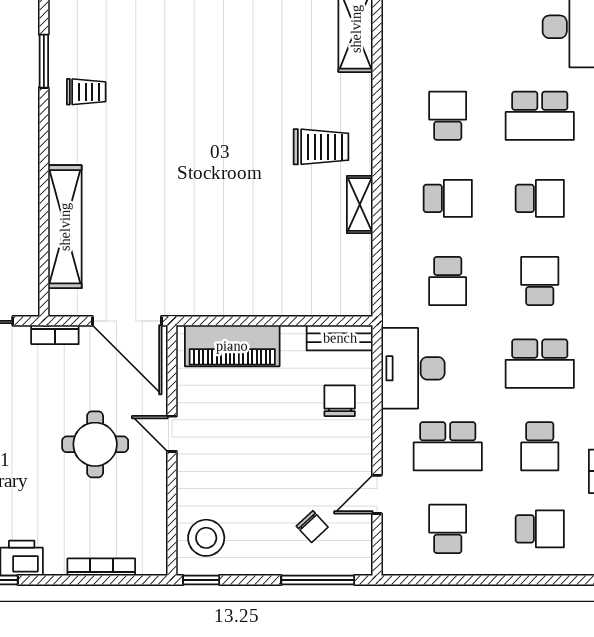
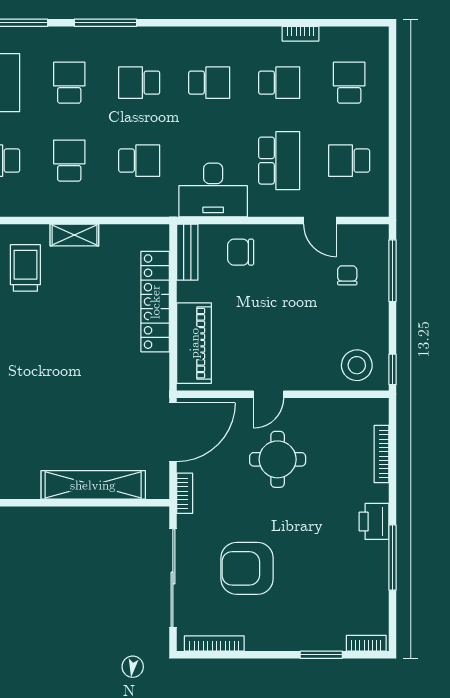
locker: (281, 300) -> (155, 302), added
school desk: (540, 364) -> (209, 83), width x0.54
chair: (312, 527) -> (347, 275), turned -47

